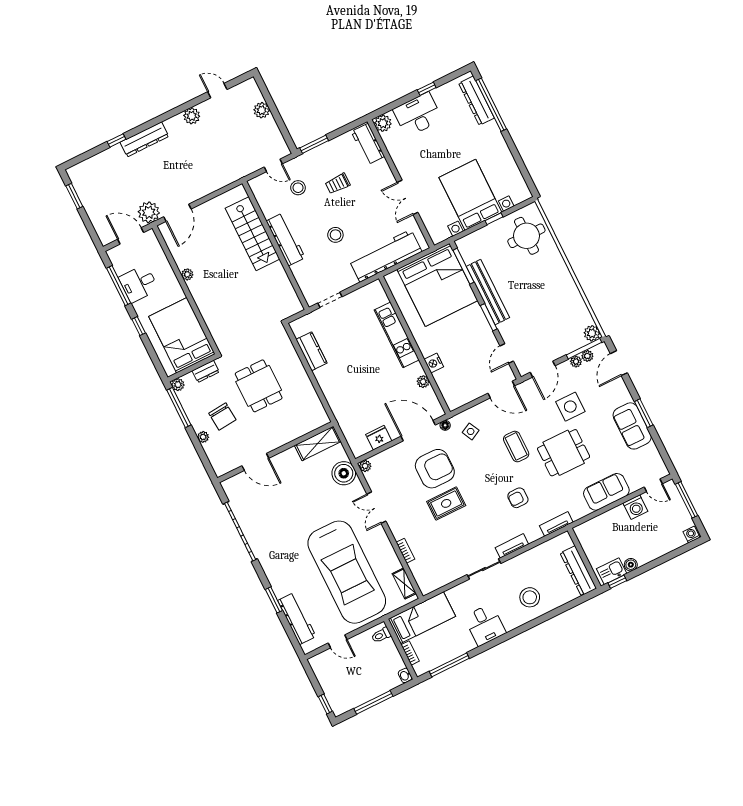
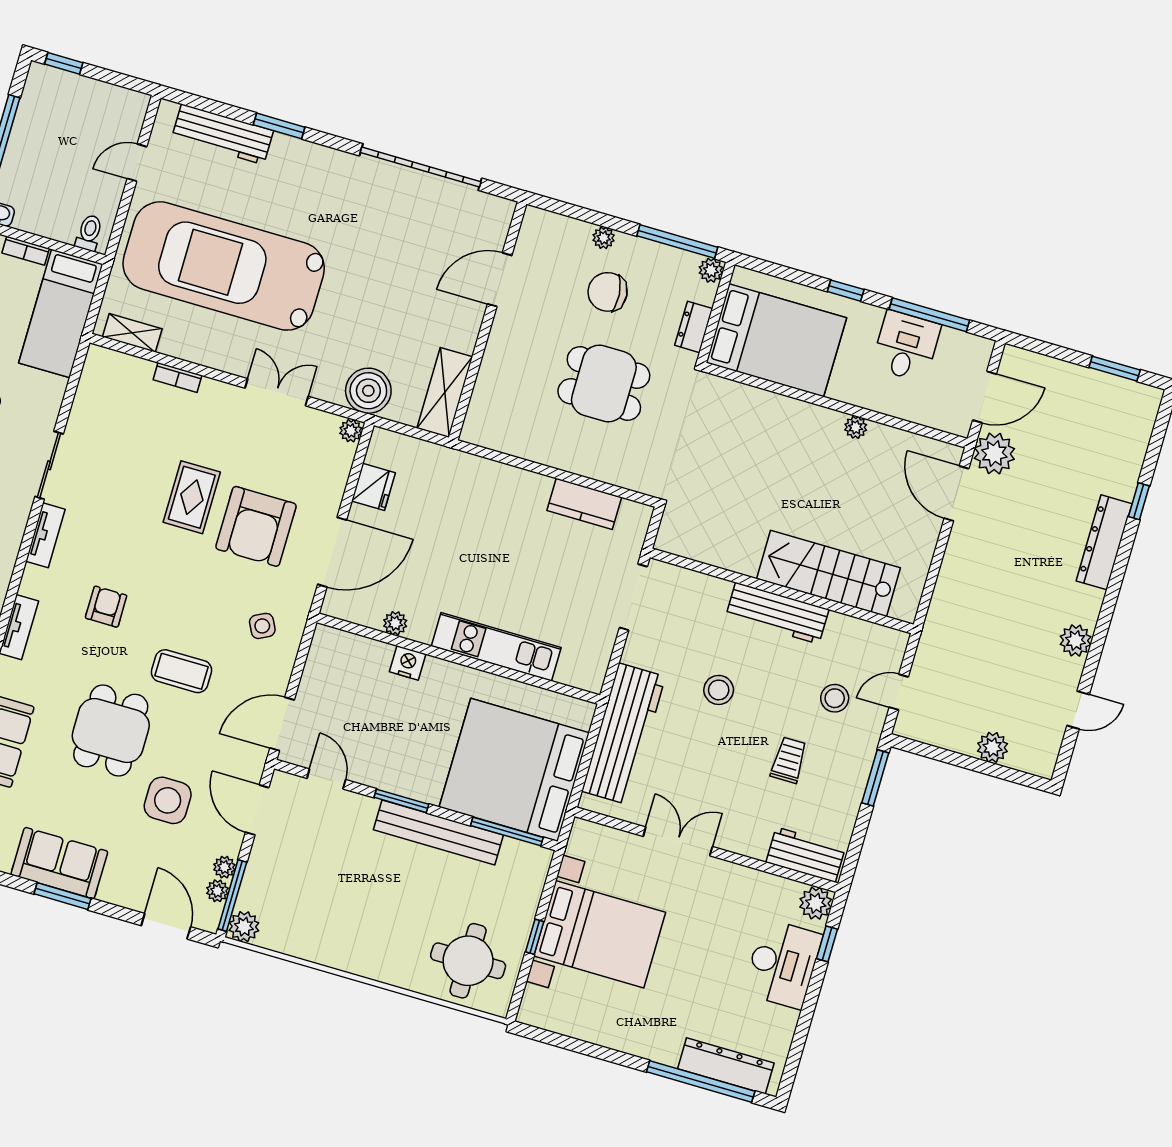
window: (427, 89) -> (827, 944), moved
doorway: (330, 300) -> (633, 597), width x1.38
floor lamp: (445, 425) -> (304, 598), removed

